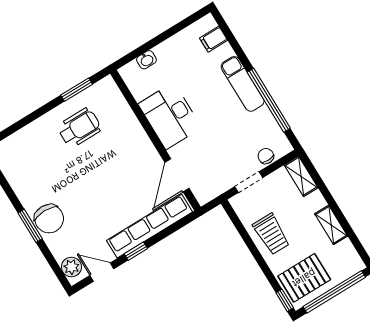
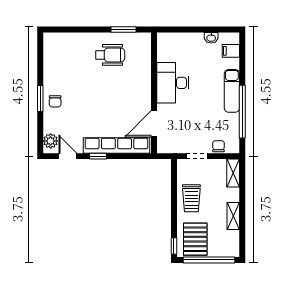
washbasin: (146, 60) -> (211, 38), moved
chair: (49, 219) -> (55, 101), width x0.54, depth x0.54
pallet: (304, 278) -> (195, 239), turned 90

